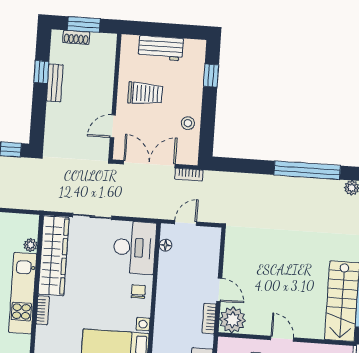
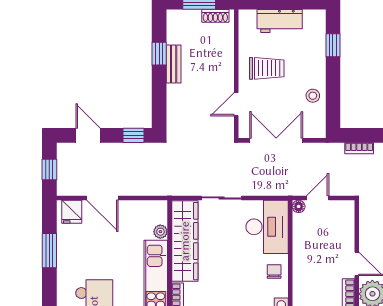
shoe rack: (76, 37) -> (215, 16), moved
bookcase: (189, 175) -> (359, 148), moved
floor lamp: (166, 245) -> (299, 206), moved

